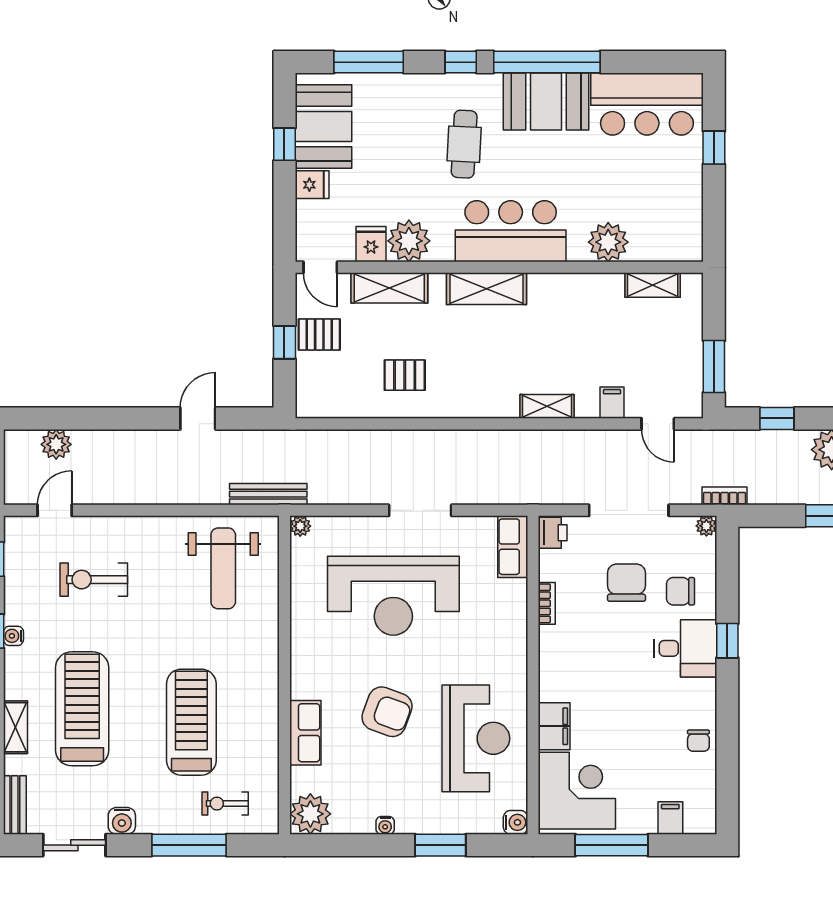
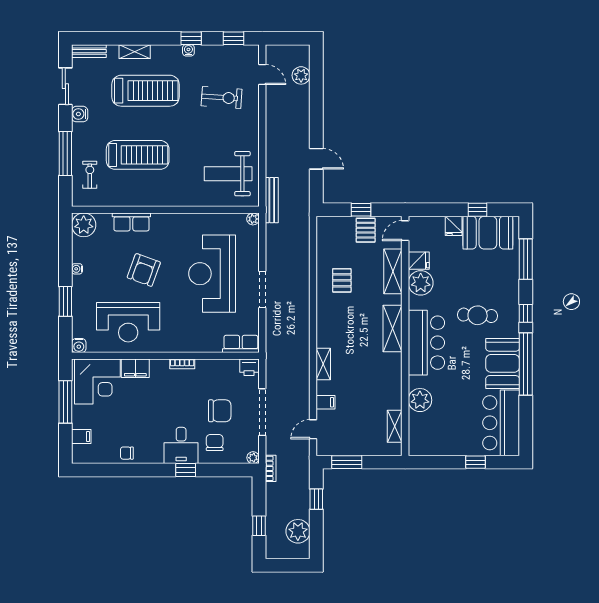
exercise bike: (94, 580) -> (222, 98), turned 94
bookcase: (547, 603) -> (182, 364), moved

